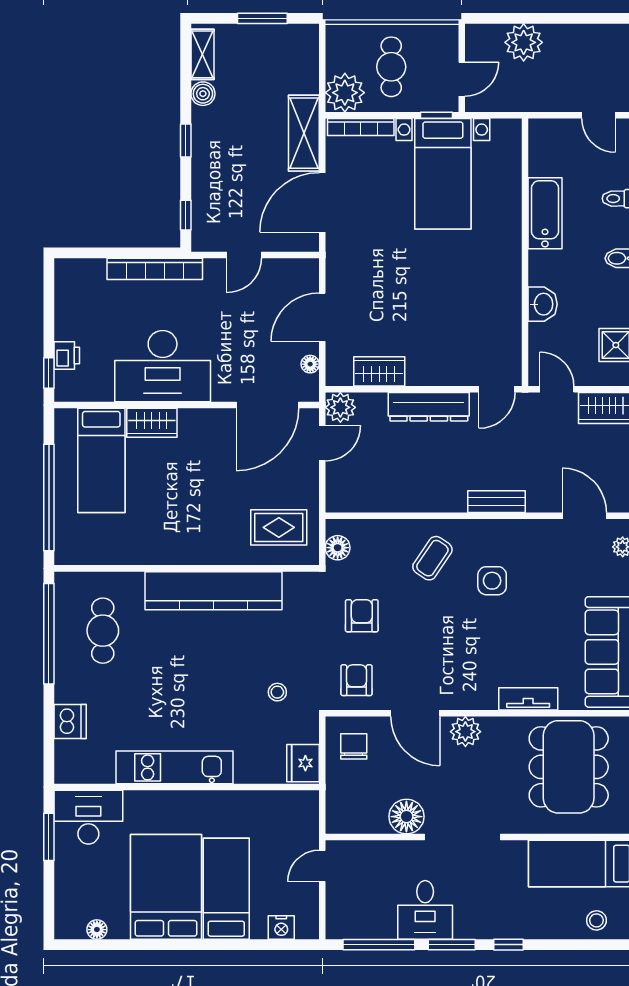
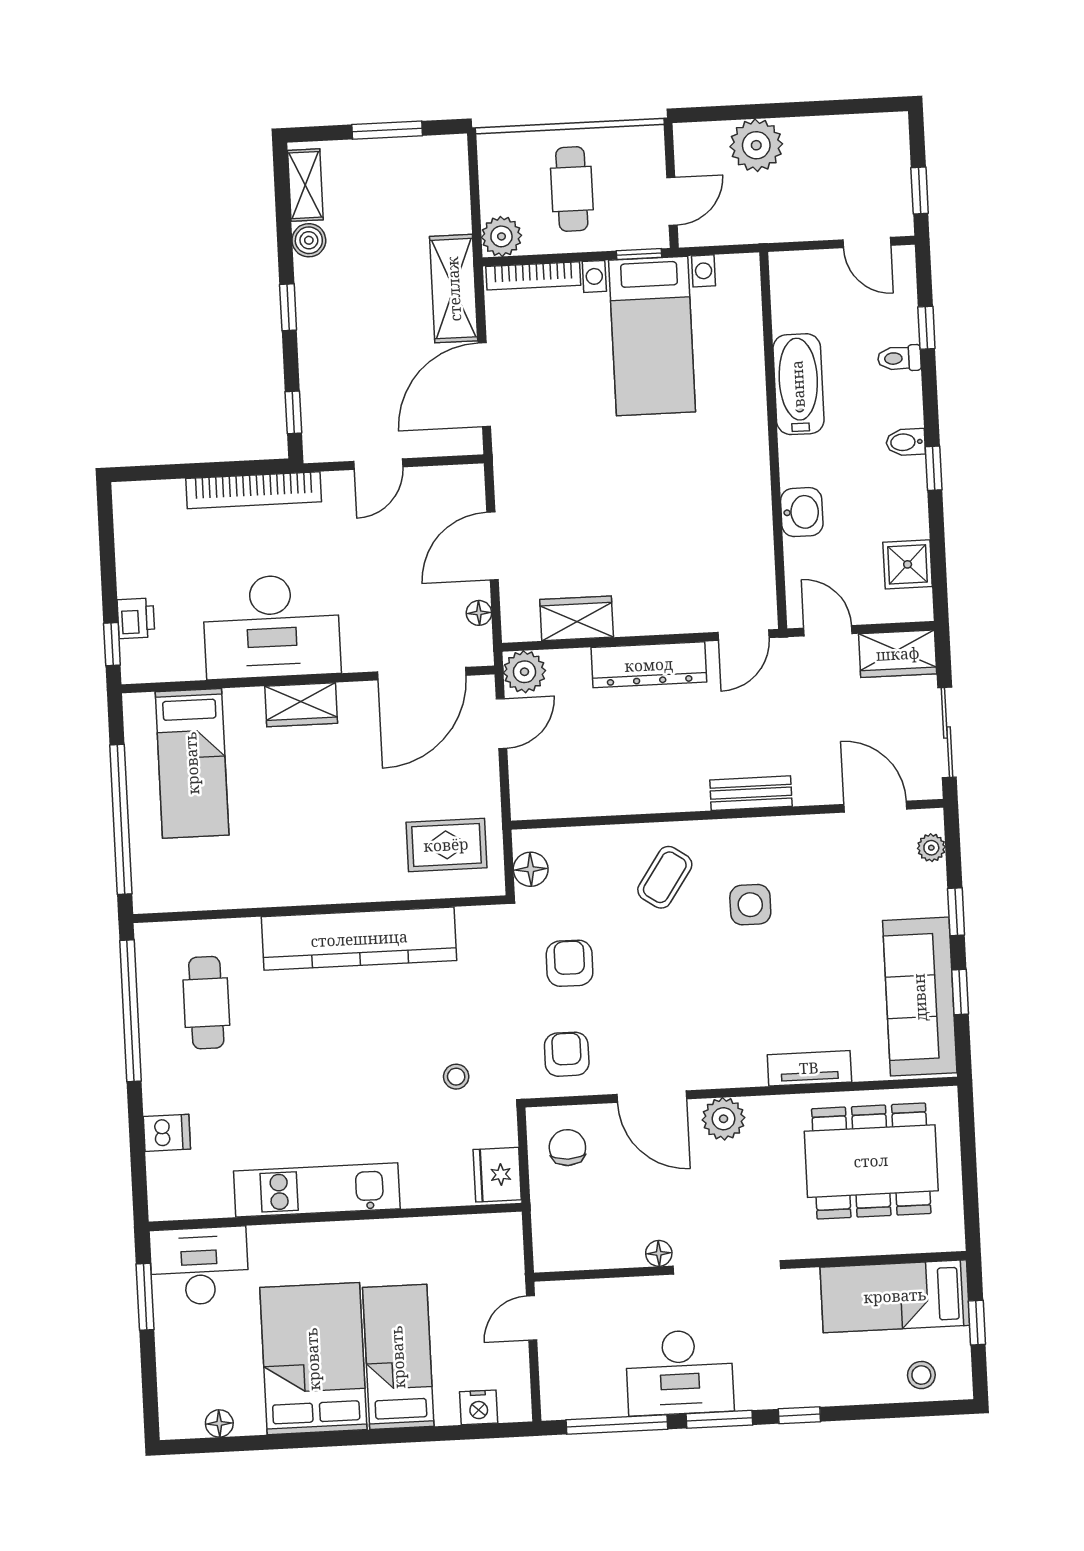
plant: (345, 93) -> (501, 236), width x0.73, depth x0.73
wardrobe: (152, 423) -> (301, 705), moved
dishwasher: (70, 722) -> (167, 1133), width x0.73
dining table: (569, 767) -> (871, 1161), turned 90
floor lamp: (406, 817) -> (659, 1253), width x0.53, depth x0.53
desk: (425, 910) -> (680, 1372), width x1.37

